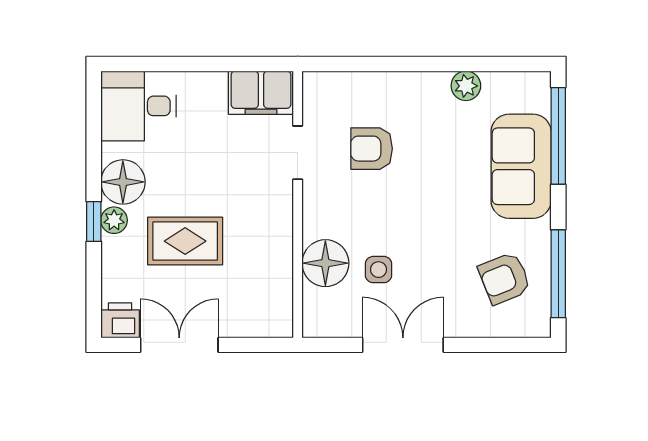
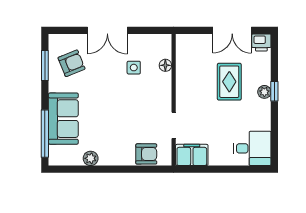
armchair: (372, 149) -> (146, 154), moved
floor lamp: (123, 182) -> (260, 111), removed
rug: (185, 241) -> (229, 82), turned 90
floor lamp: (325, 263) -> (165, 65), width x0.53, depth x0.53
window: (558, 274) -> (45, 66), width x0.69
double door: (403, 345) -> (107, 30), moved

